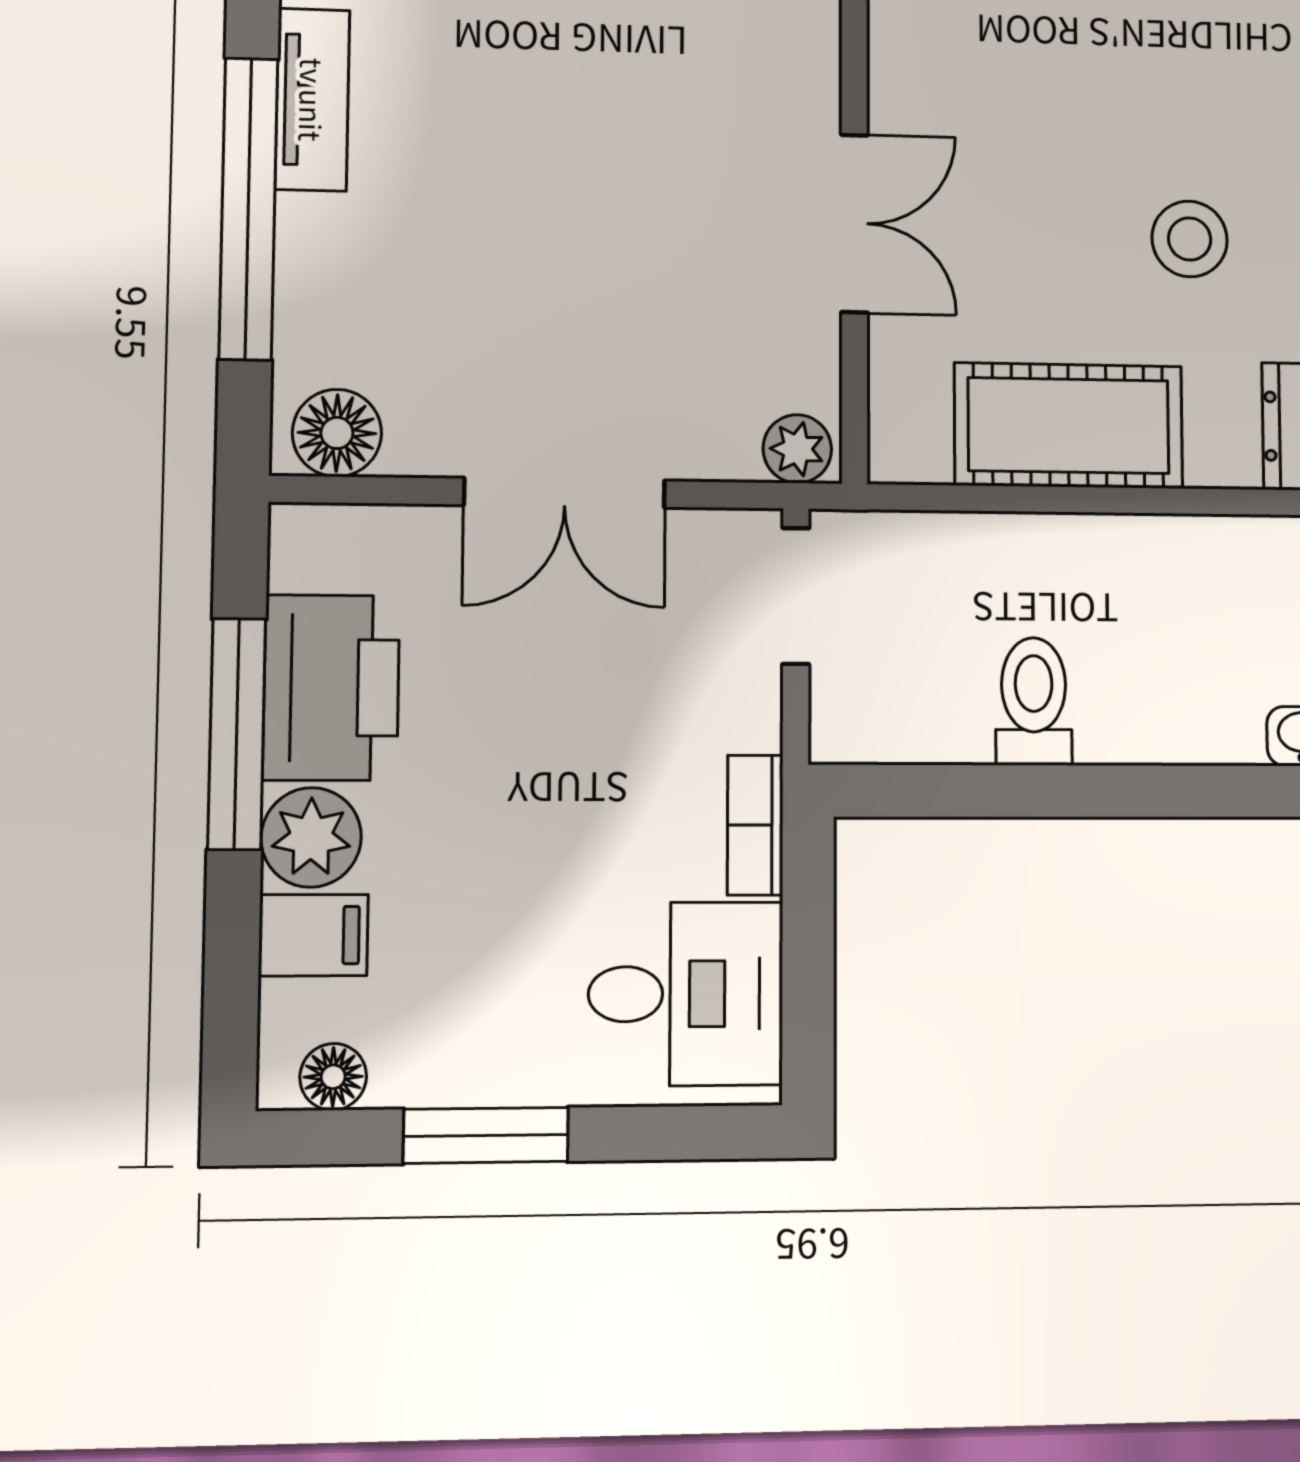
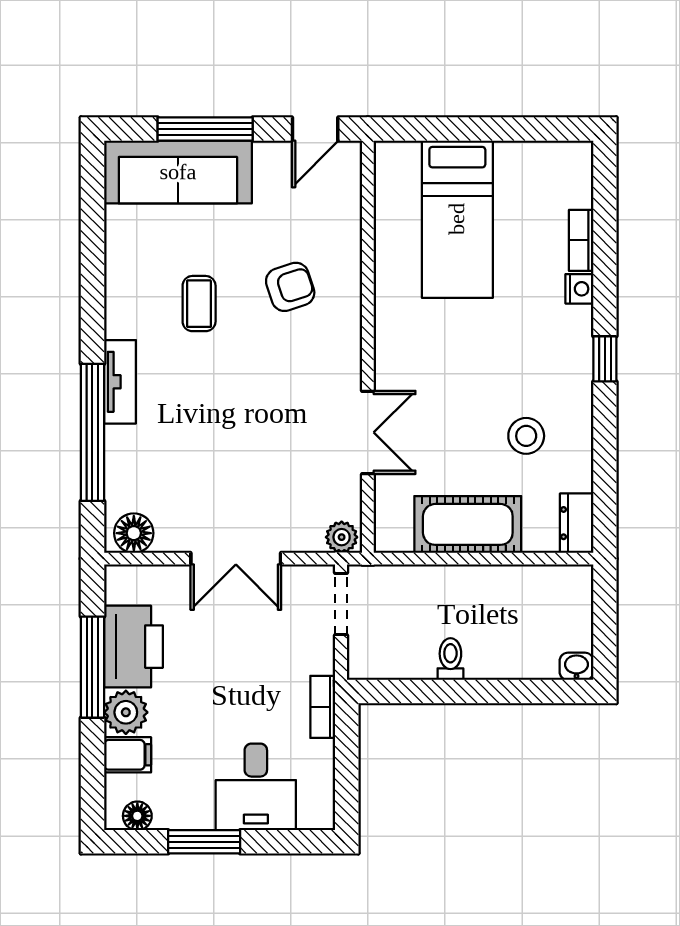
toilet: (1034, 701) -> (450, 659), width x0.73, depth x0.72
desk: (686, 994) -> (256, 787), moved, turned 90

